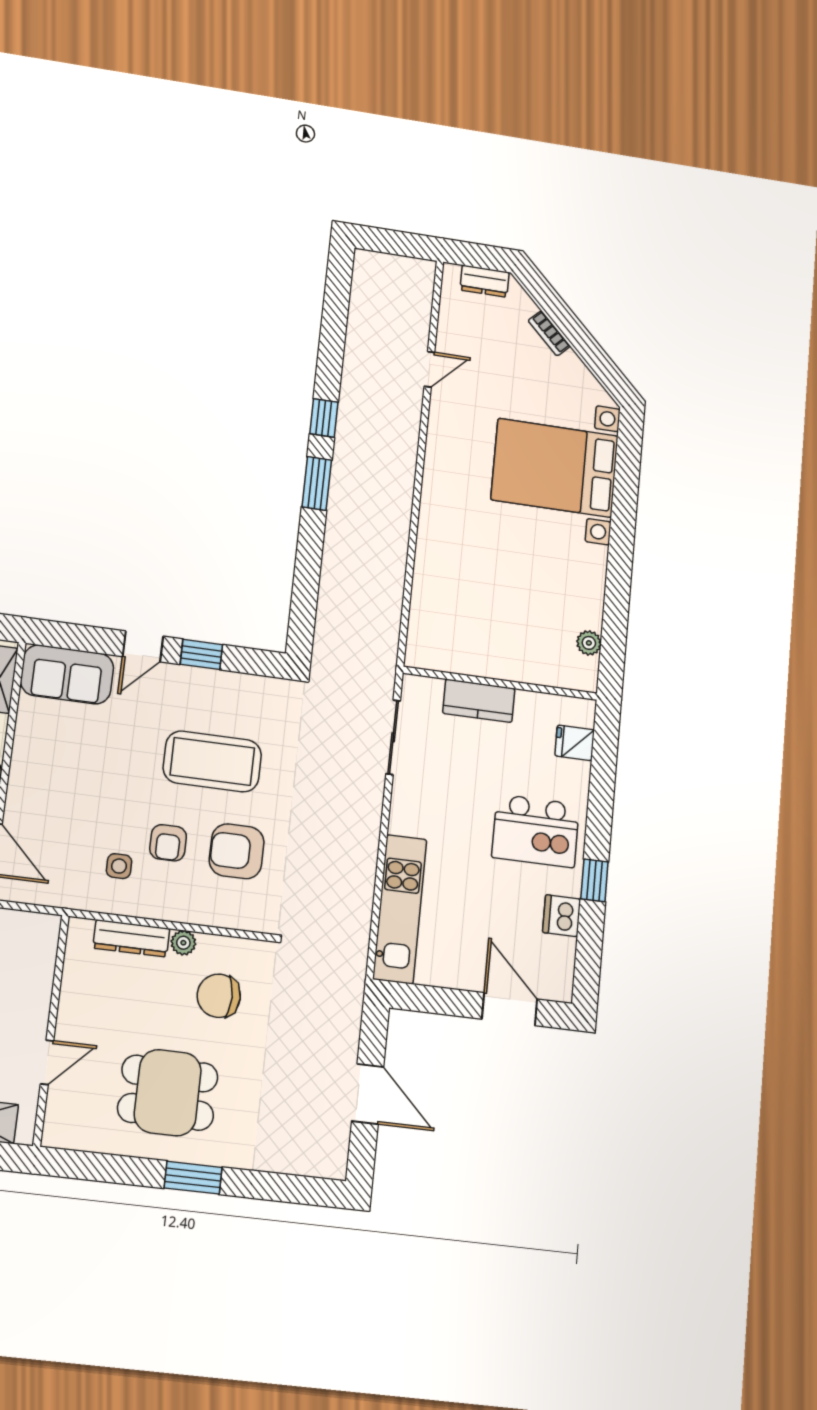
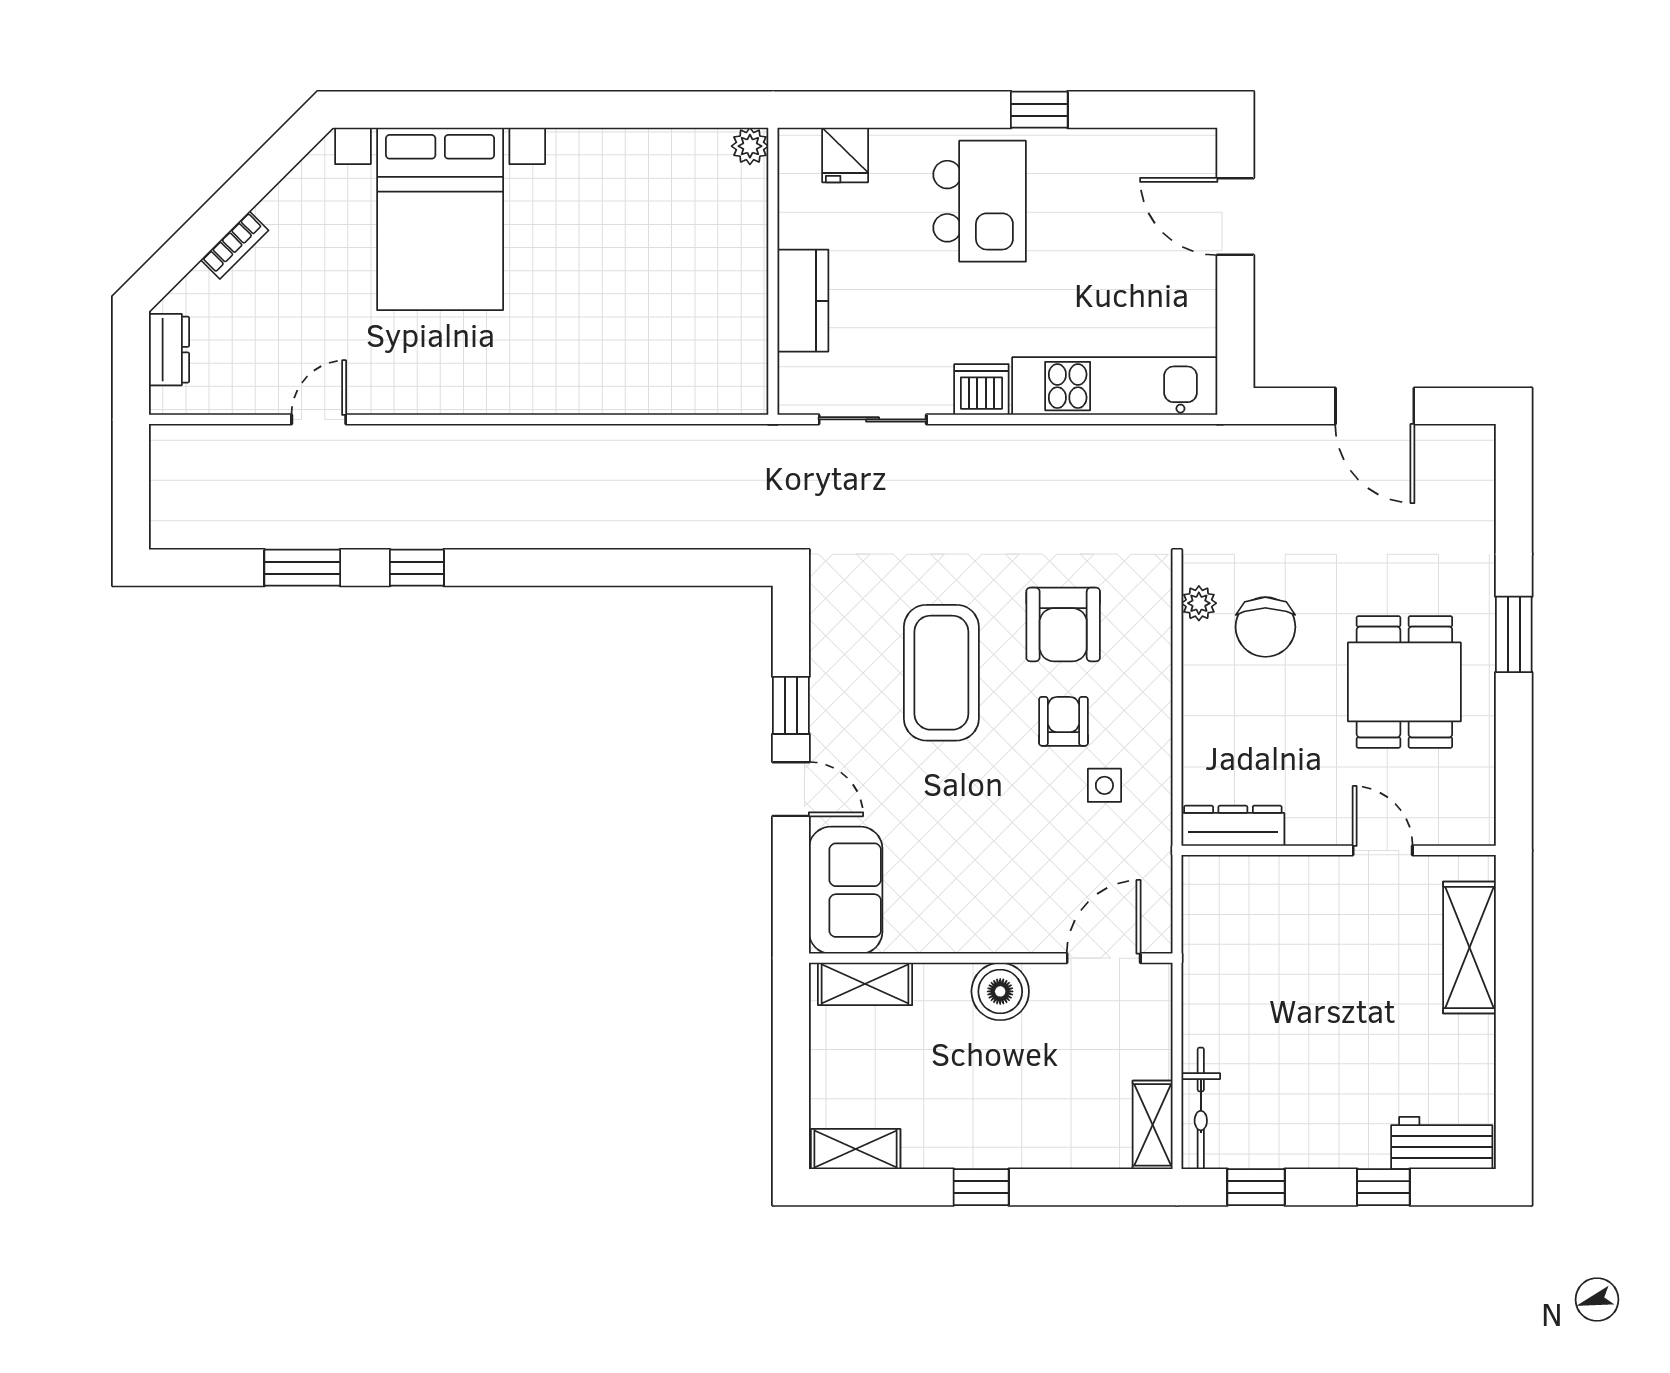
door: (429, 369) -> (319, 419), hinge flipped
window: (317, 483) -> (302, 568), moved
plant: (589, 643) -> (750, 146), moved
armchair: (168, 843) -> (1063, 721), turned -90
dishwasher: (562, 916) -> (981, 390), moved, turned 180
dresser: (131, 938) -> (1233, 826), moved, turned -90
plant: (183, 943) -> (1199, 603), moved
door: (510, 1009) -> (1235, 217), hinge flipped
door: (368, 1094) -> (1375, 406), swing flipped

